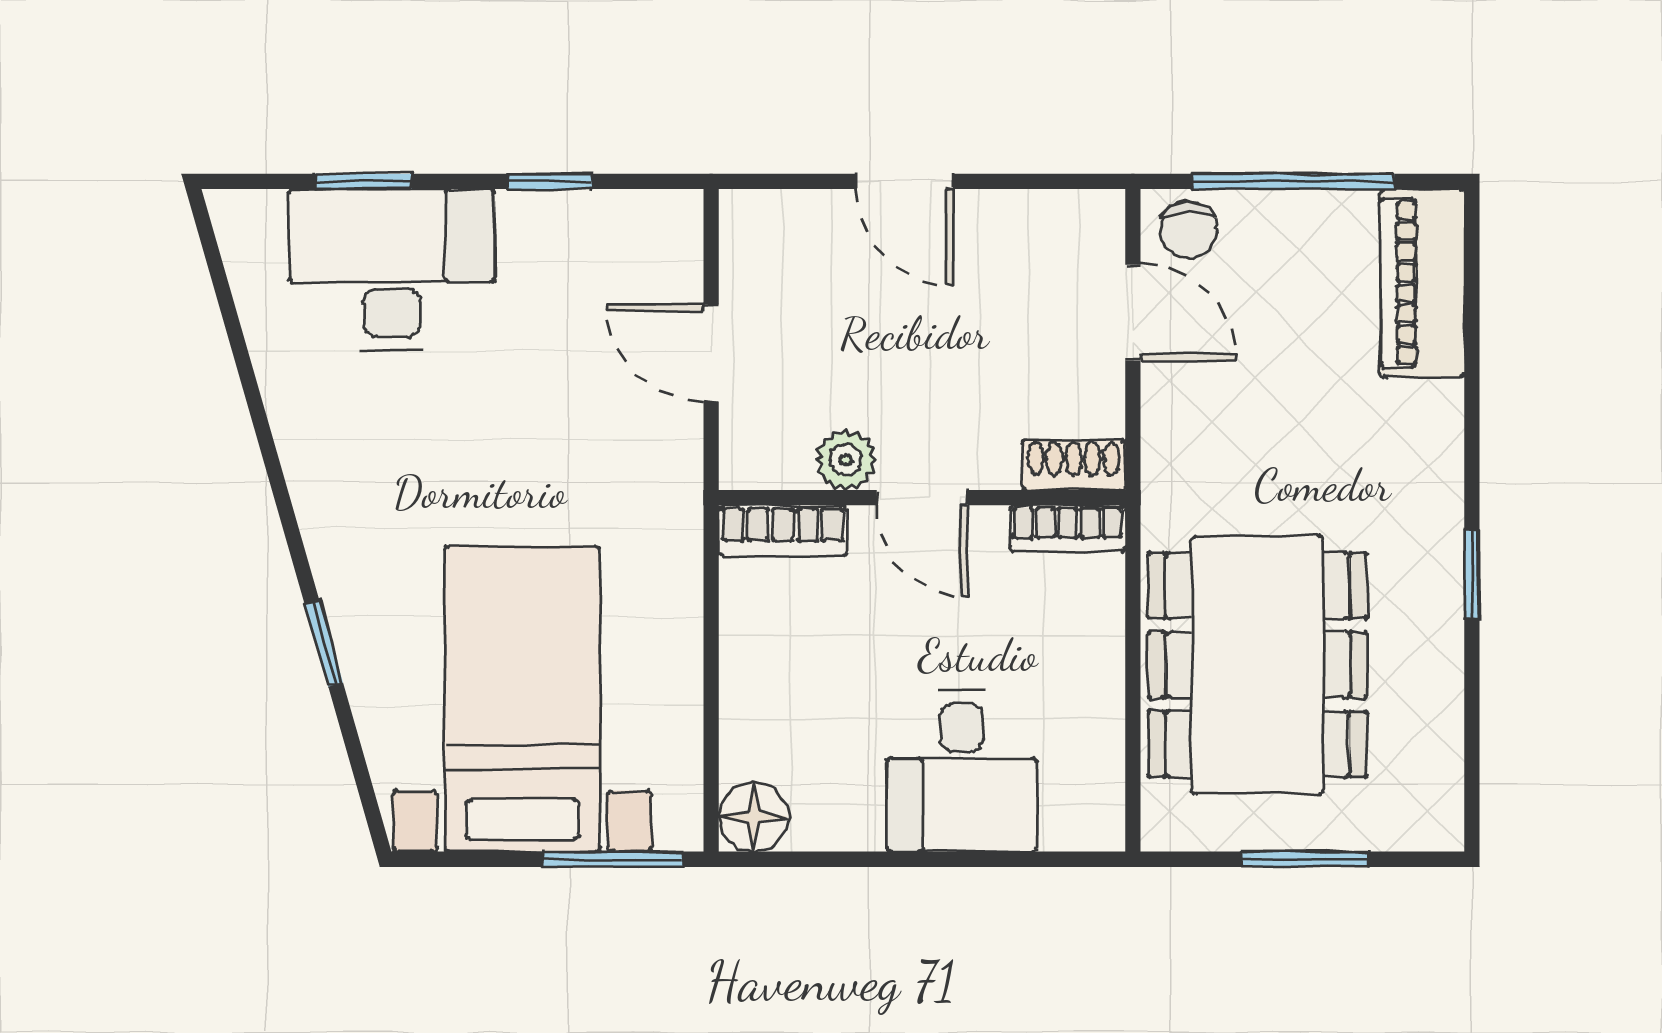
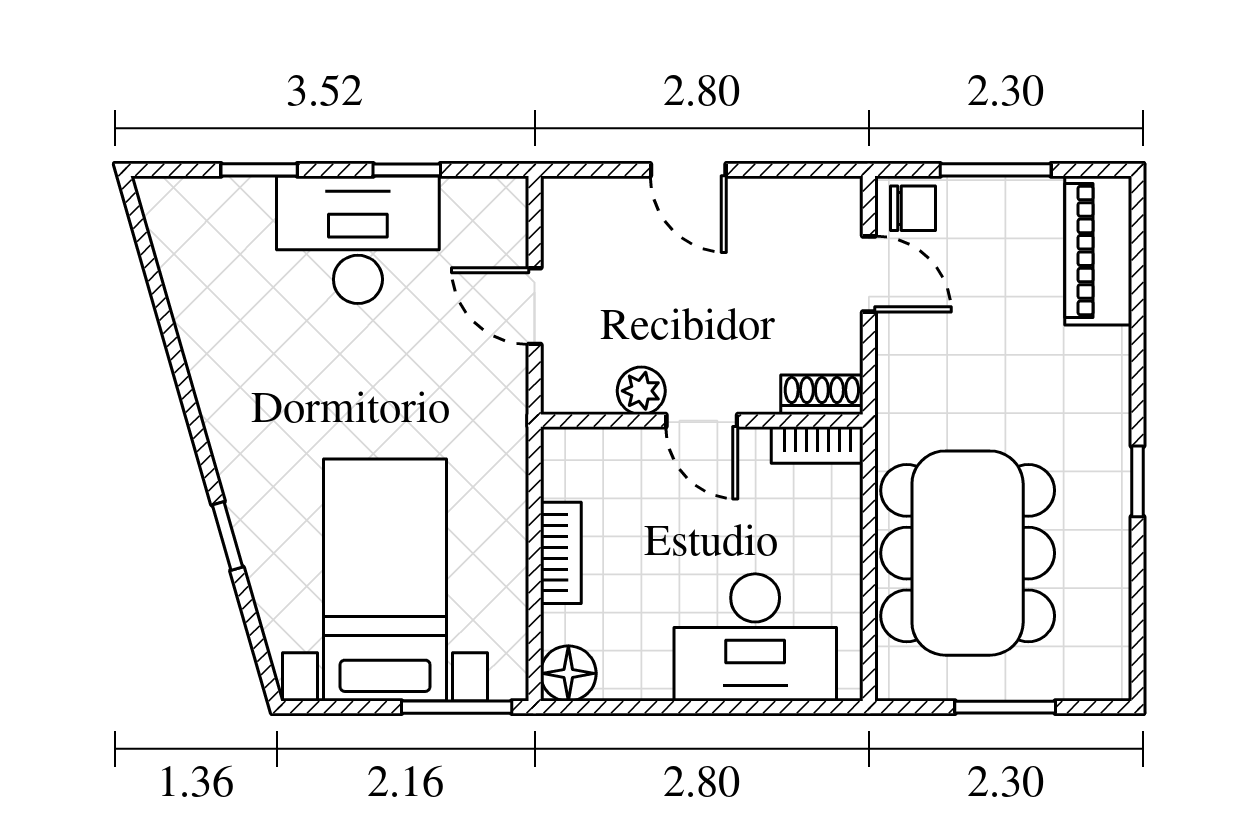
window: (1293, 181) -> (996, 170), width x0.69
chair: (1189, 230) -> (913, 208), turned -90
desk: (392, 269) -> (358, 240), moved
bookcase: (783, 531) -> (561, 553), moved, turned -90
desk: (962, 771) -> (755, 637), width x1.37

